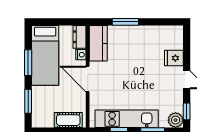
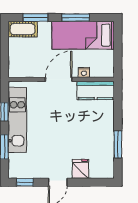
window: (125, 22) -> (118, 144), moved
dresser: (80, 37) -> (102, 71), removed
cot: (68, 120) -> (23, 29), moved, turned 90
plant: (176, 120) -> (16, 171), removed

